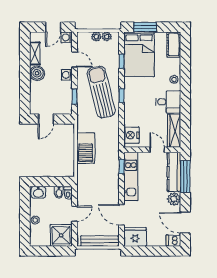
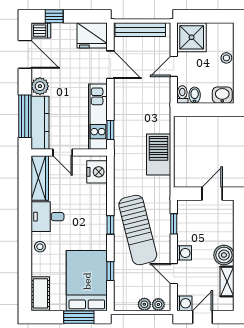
plant: (107, 36) -> (158, 304), moved
window: (164, 251) -> (54, 16), added

